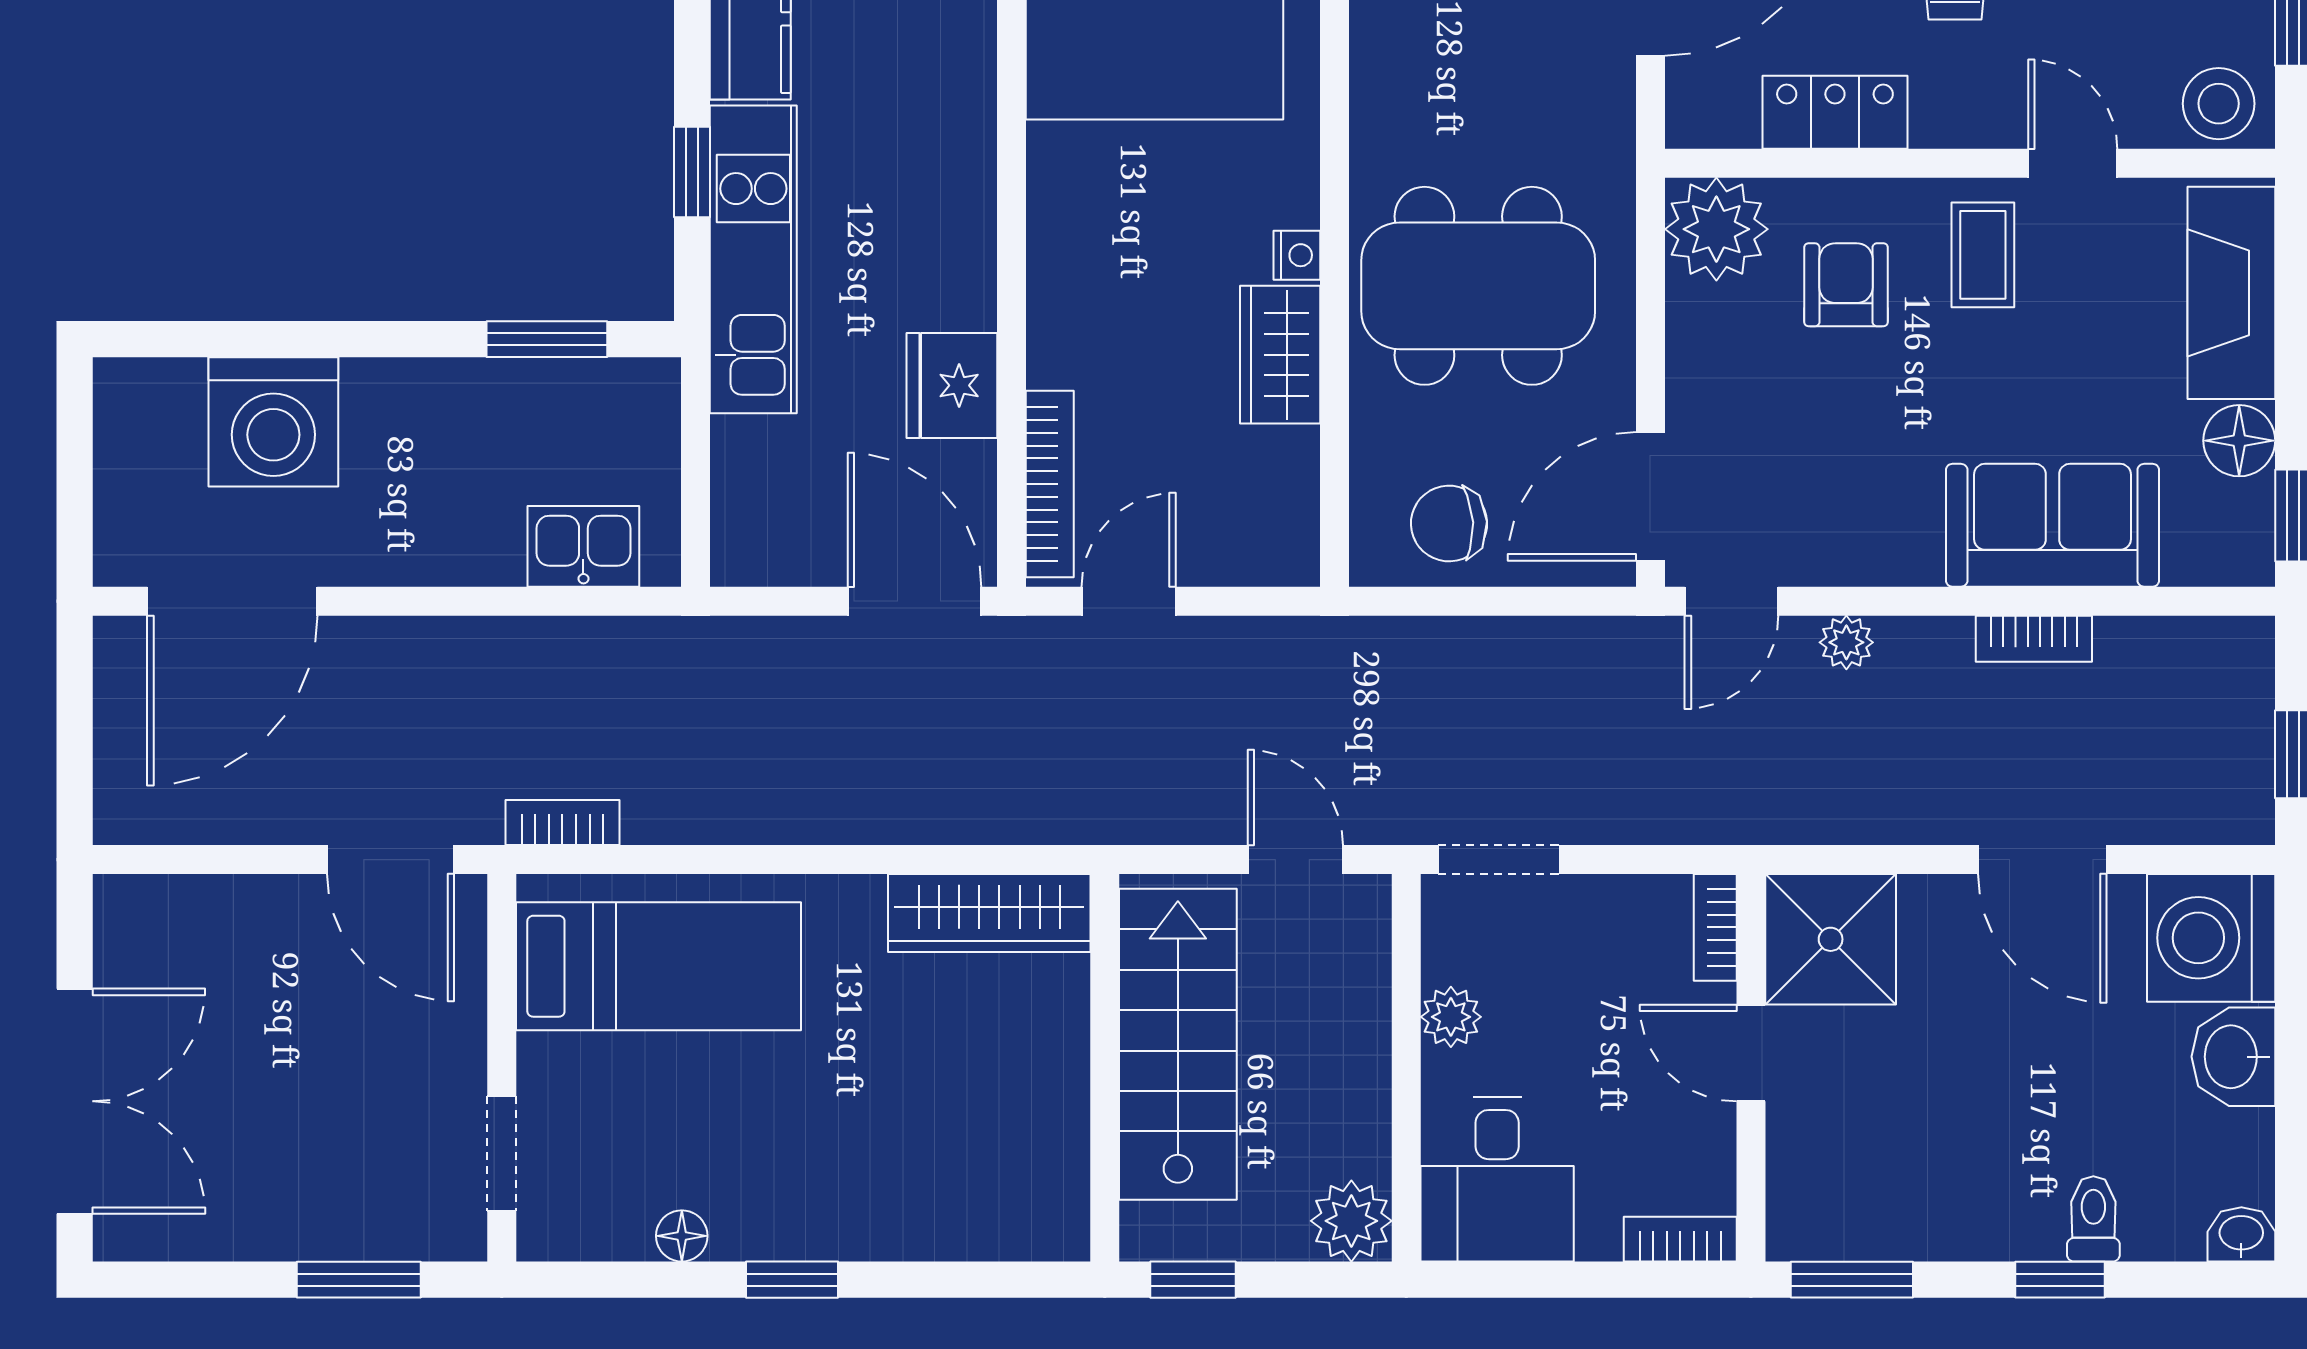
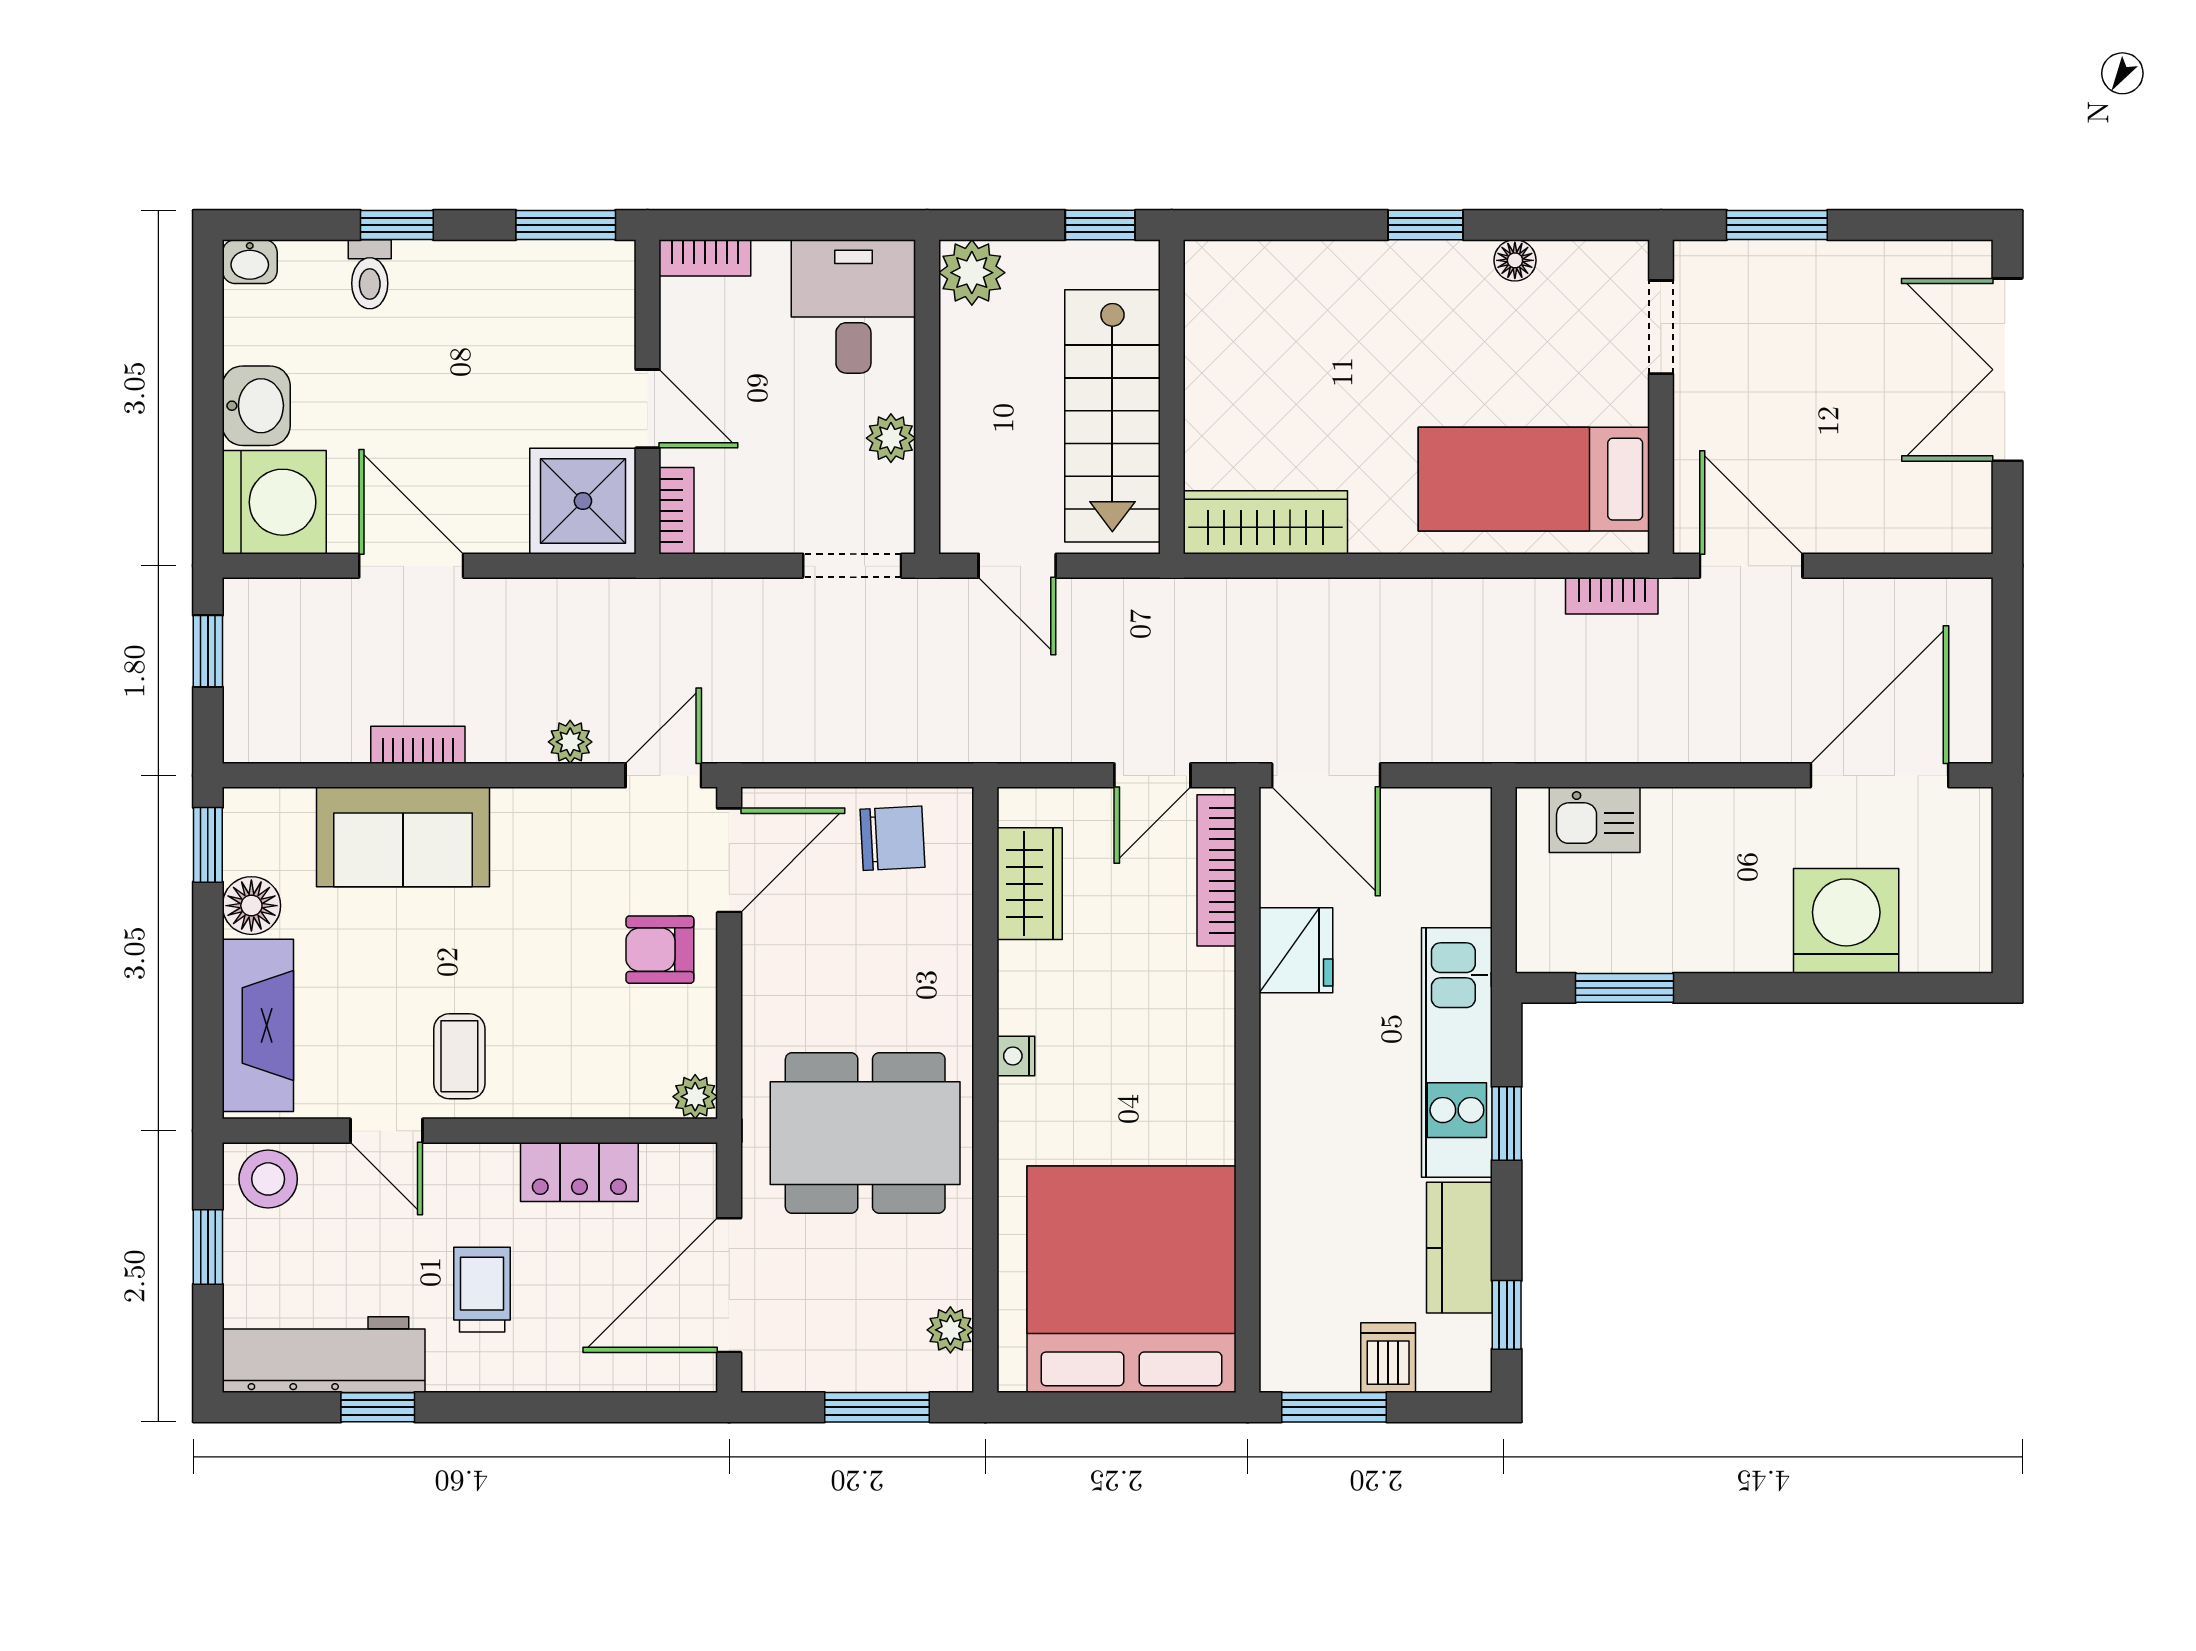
plant: (1716, 229) -> (695, 1097), width x0.53, depth x0.53
armchair: (1846, 285) -> (660, 950), moved, turned 90
dining table: (1478, 286) -> (865, 1133), moved
wardrobe: (1280, 355) -> (1030, 884), moved

